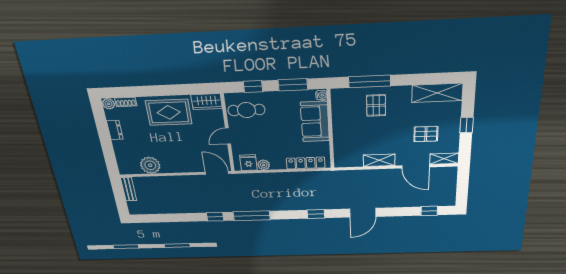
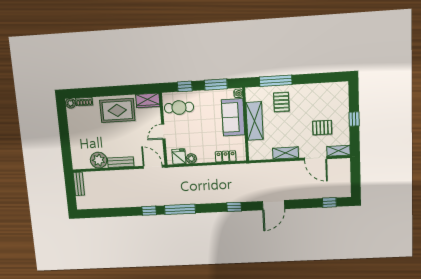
shelving: (437, 93) -> (255, 121), moved, turned 90
dresser: (115, 130) -> (73, 127), removed
locker: (306, 163) -> (226, 156), width x0.66
bench: (177, 168) -> (121, 162), added

